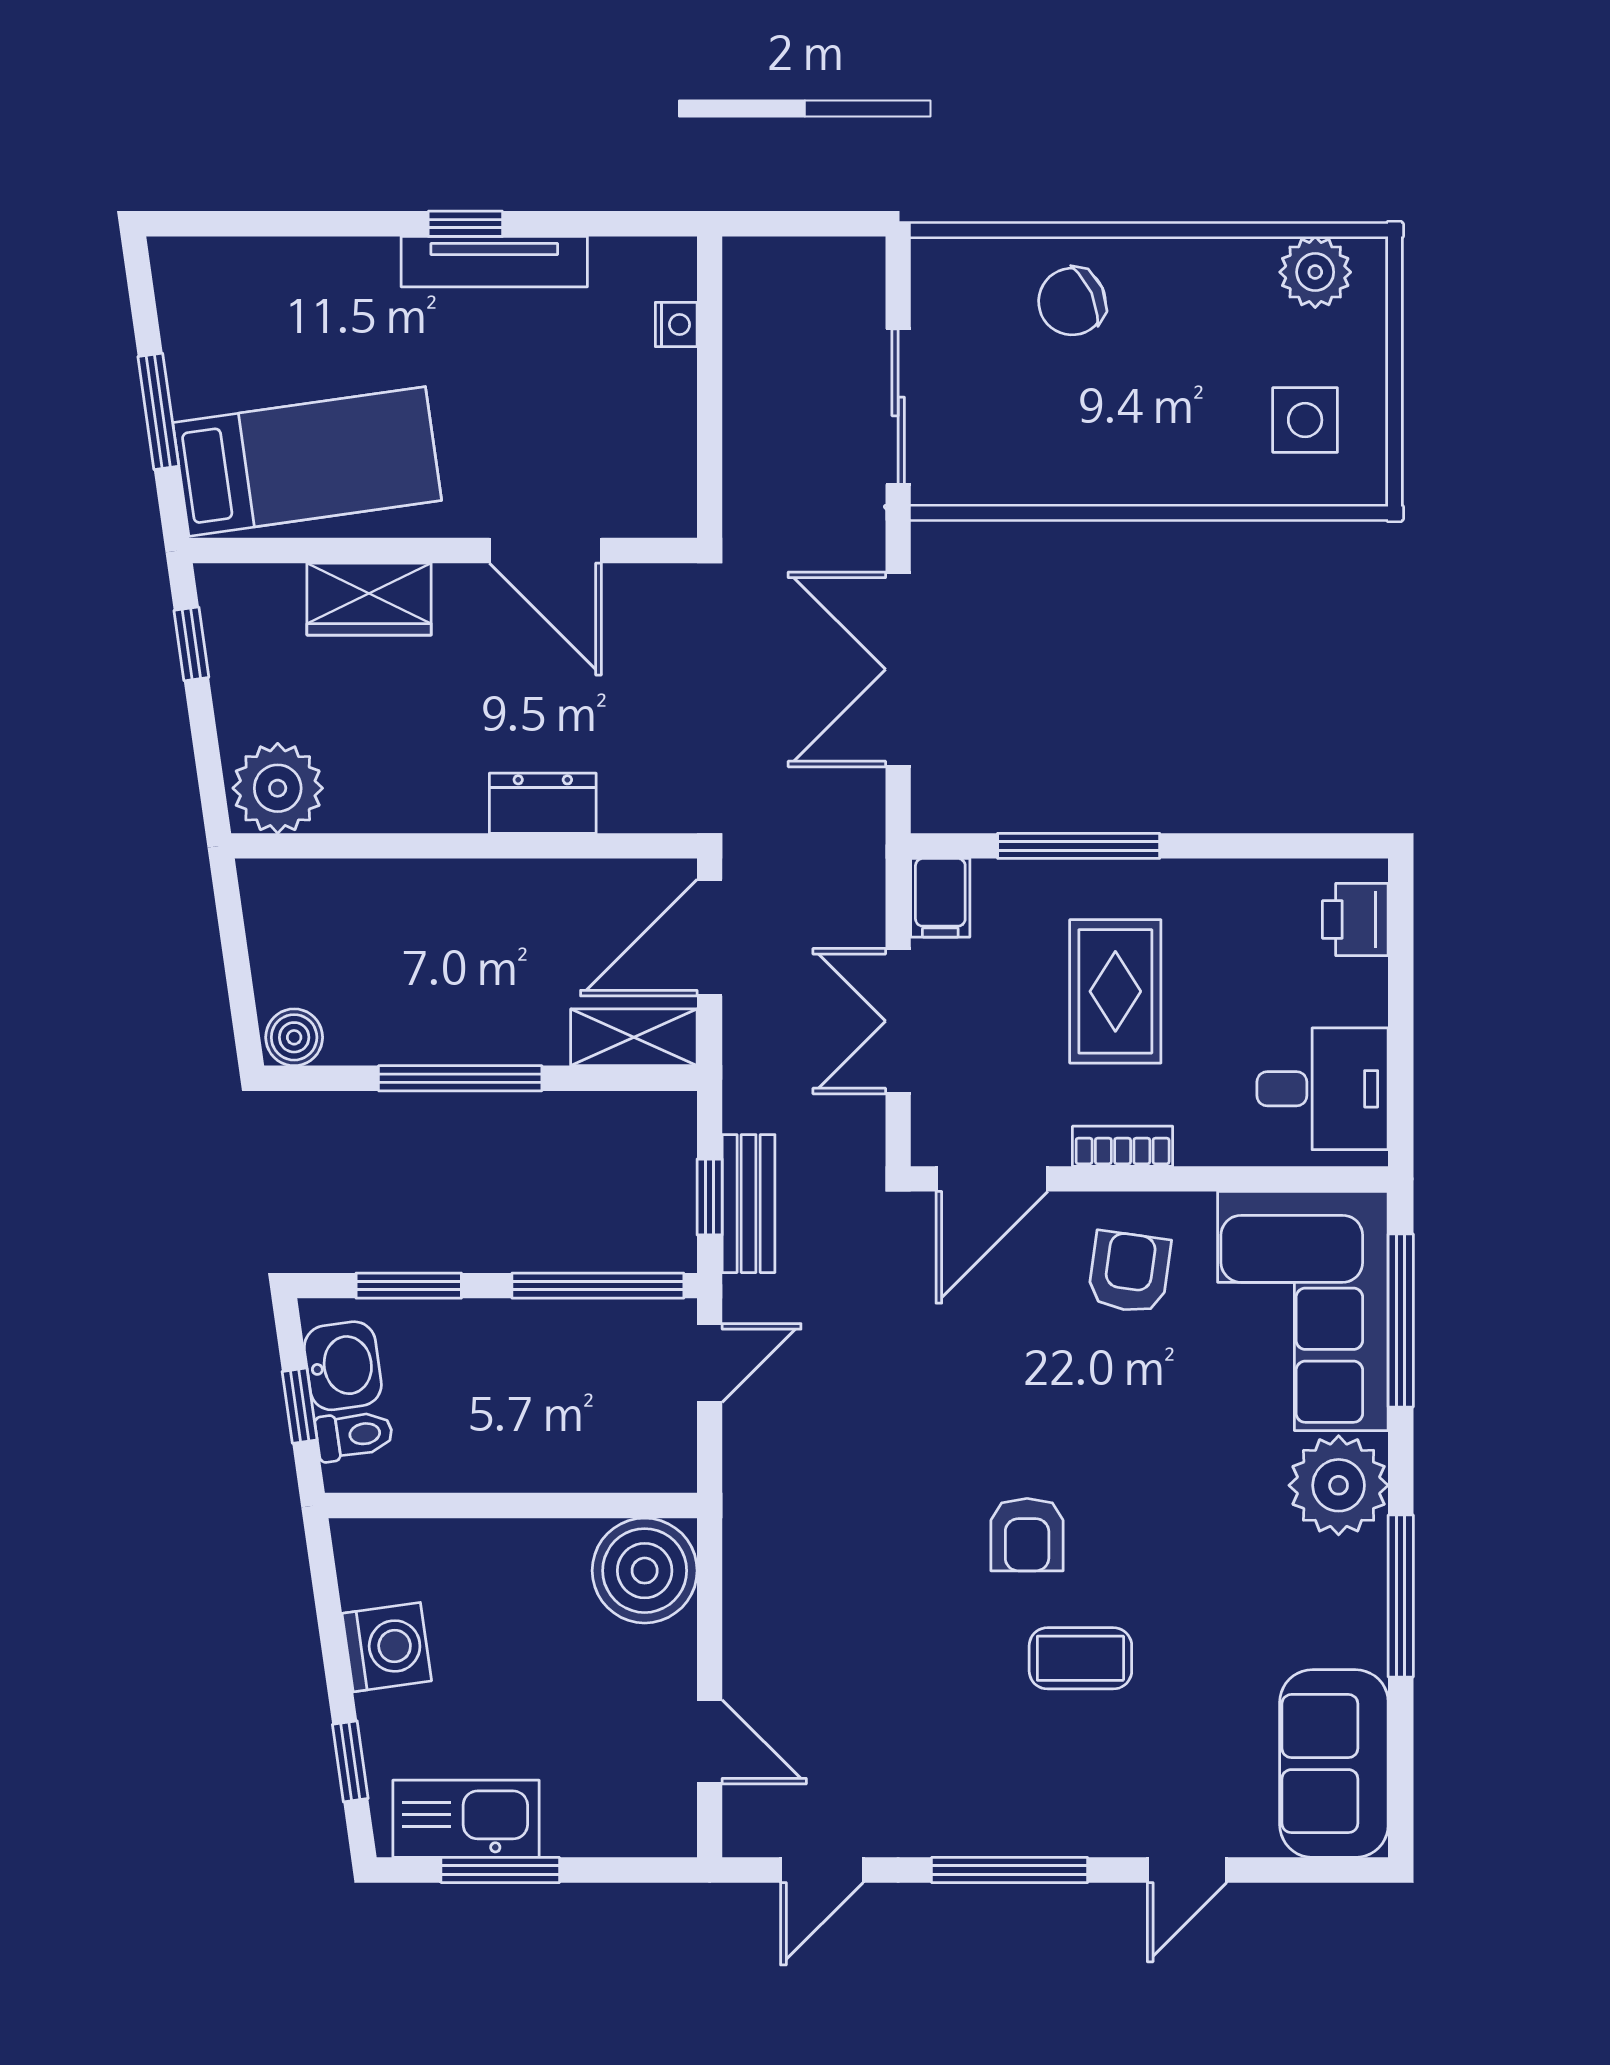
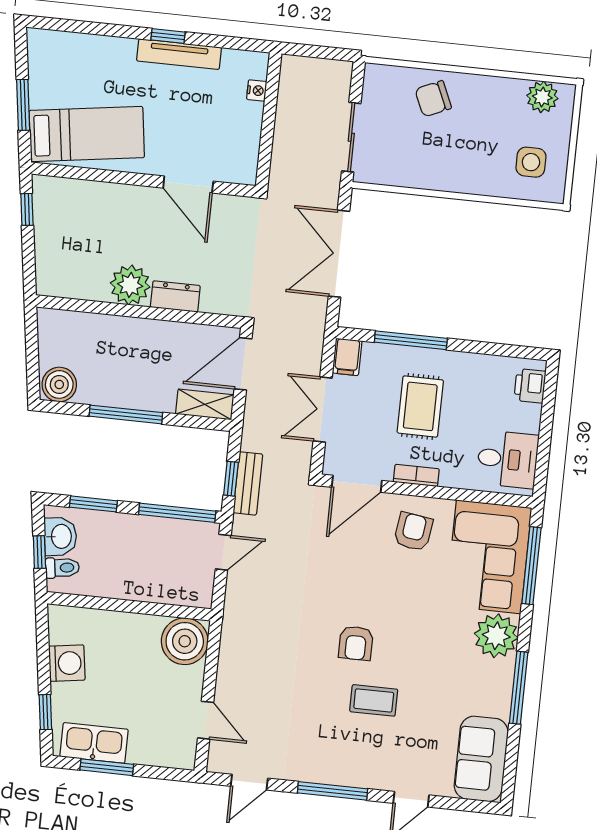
wardrobe: (369, 599) -> (108, 198), removed
plant: (278, 788) -> (130, 285), moved
boiler: (294, 1037) -> (59, 384), width x1.36, depth x1.36

